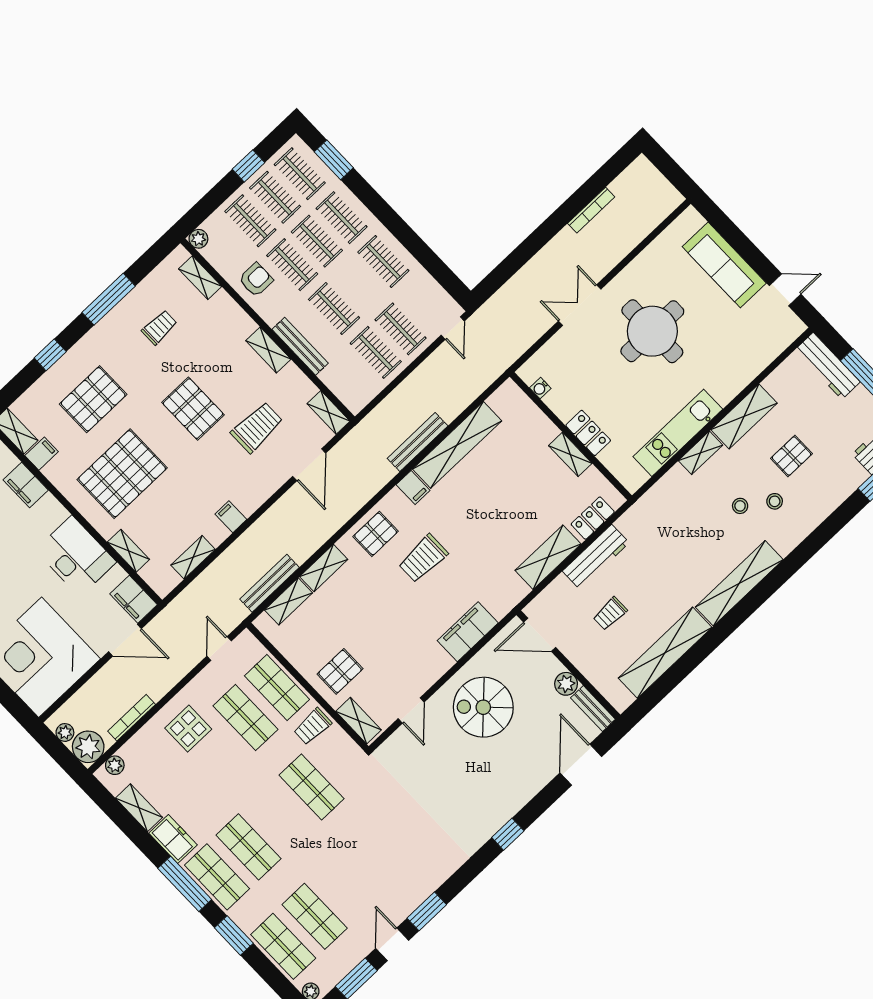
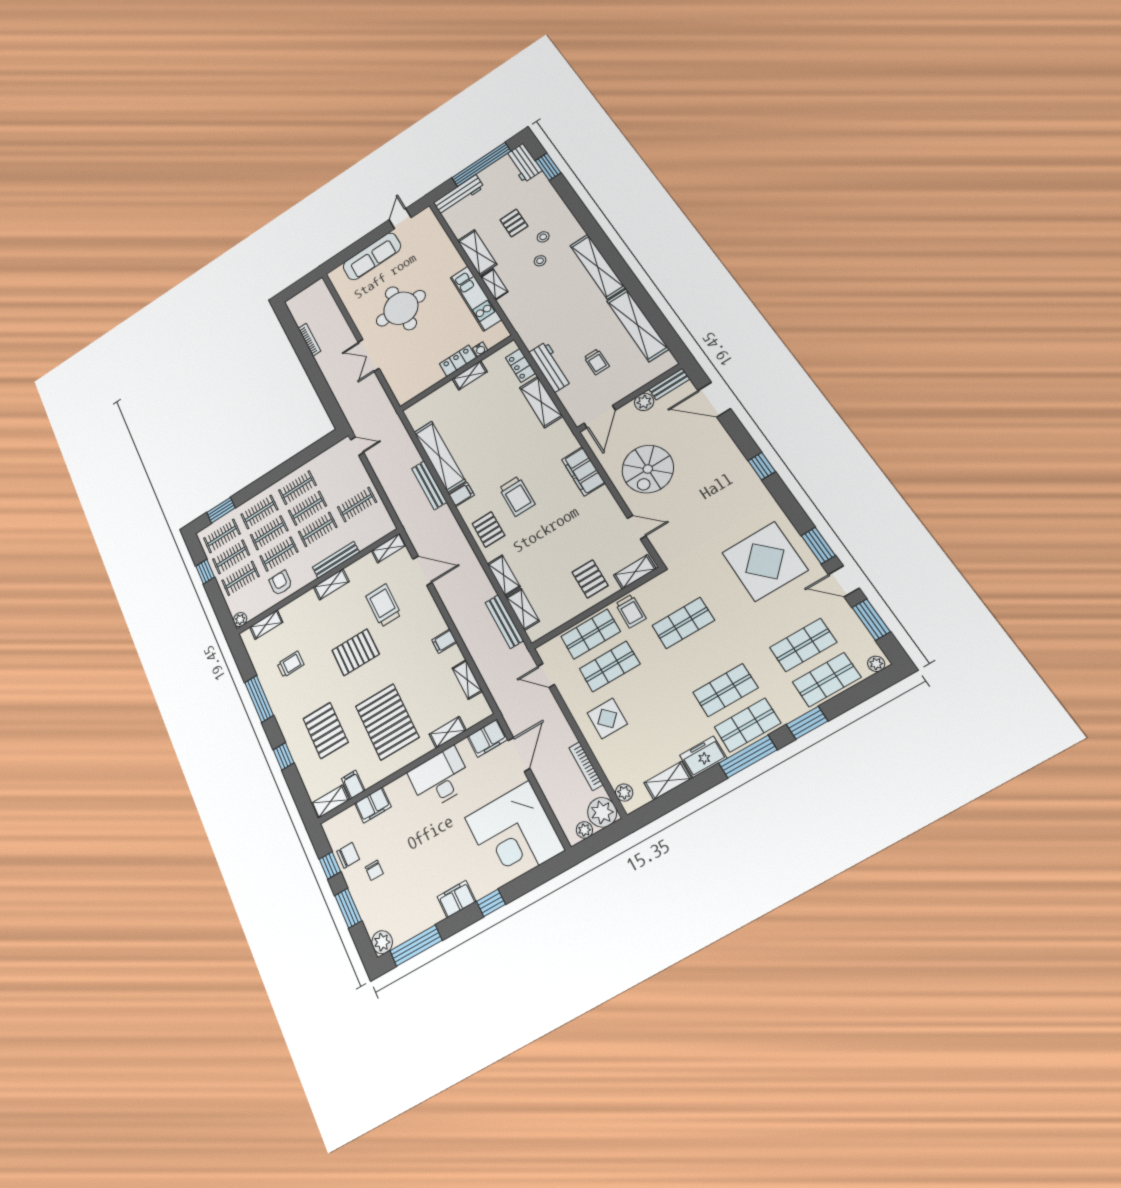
trolley: (159, 327) -> (291, 664), turned 89
clothes rail: (400, 329) -> (307, 508), moved
water cooler: (540, 388) -> (480, 349), moved
display table: (398, 859) -> (765, 561), added

